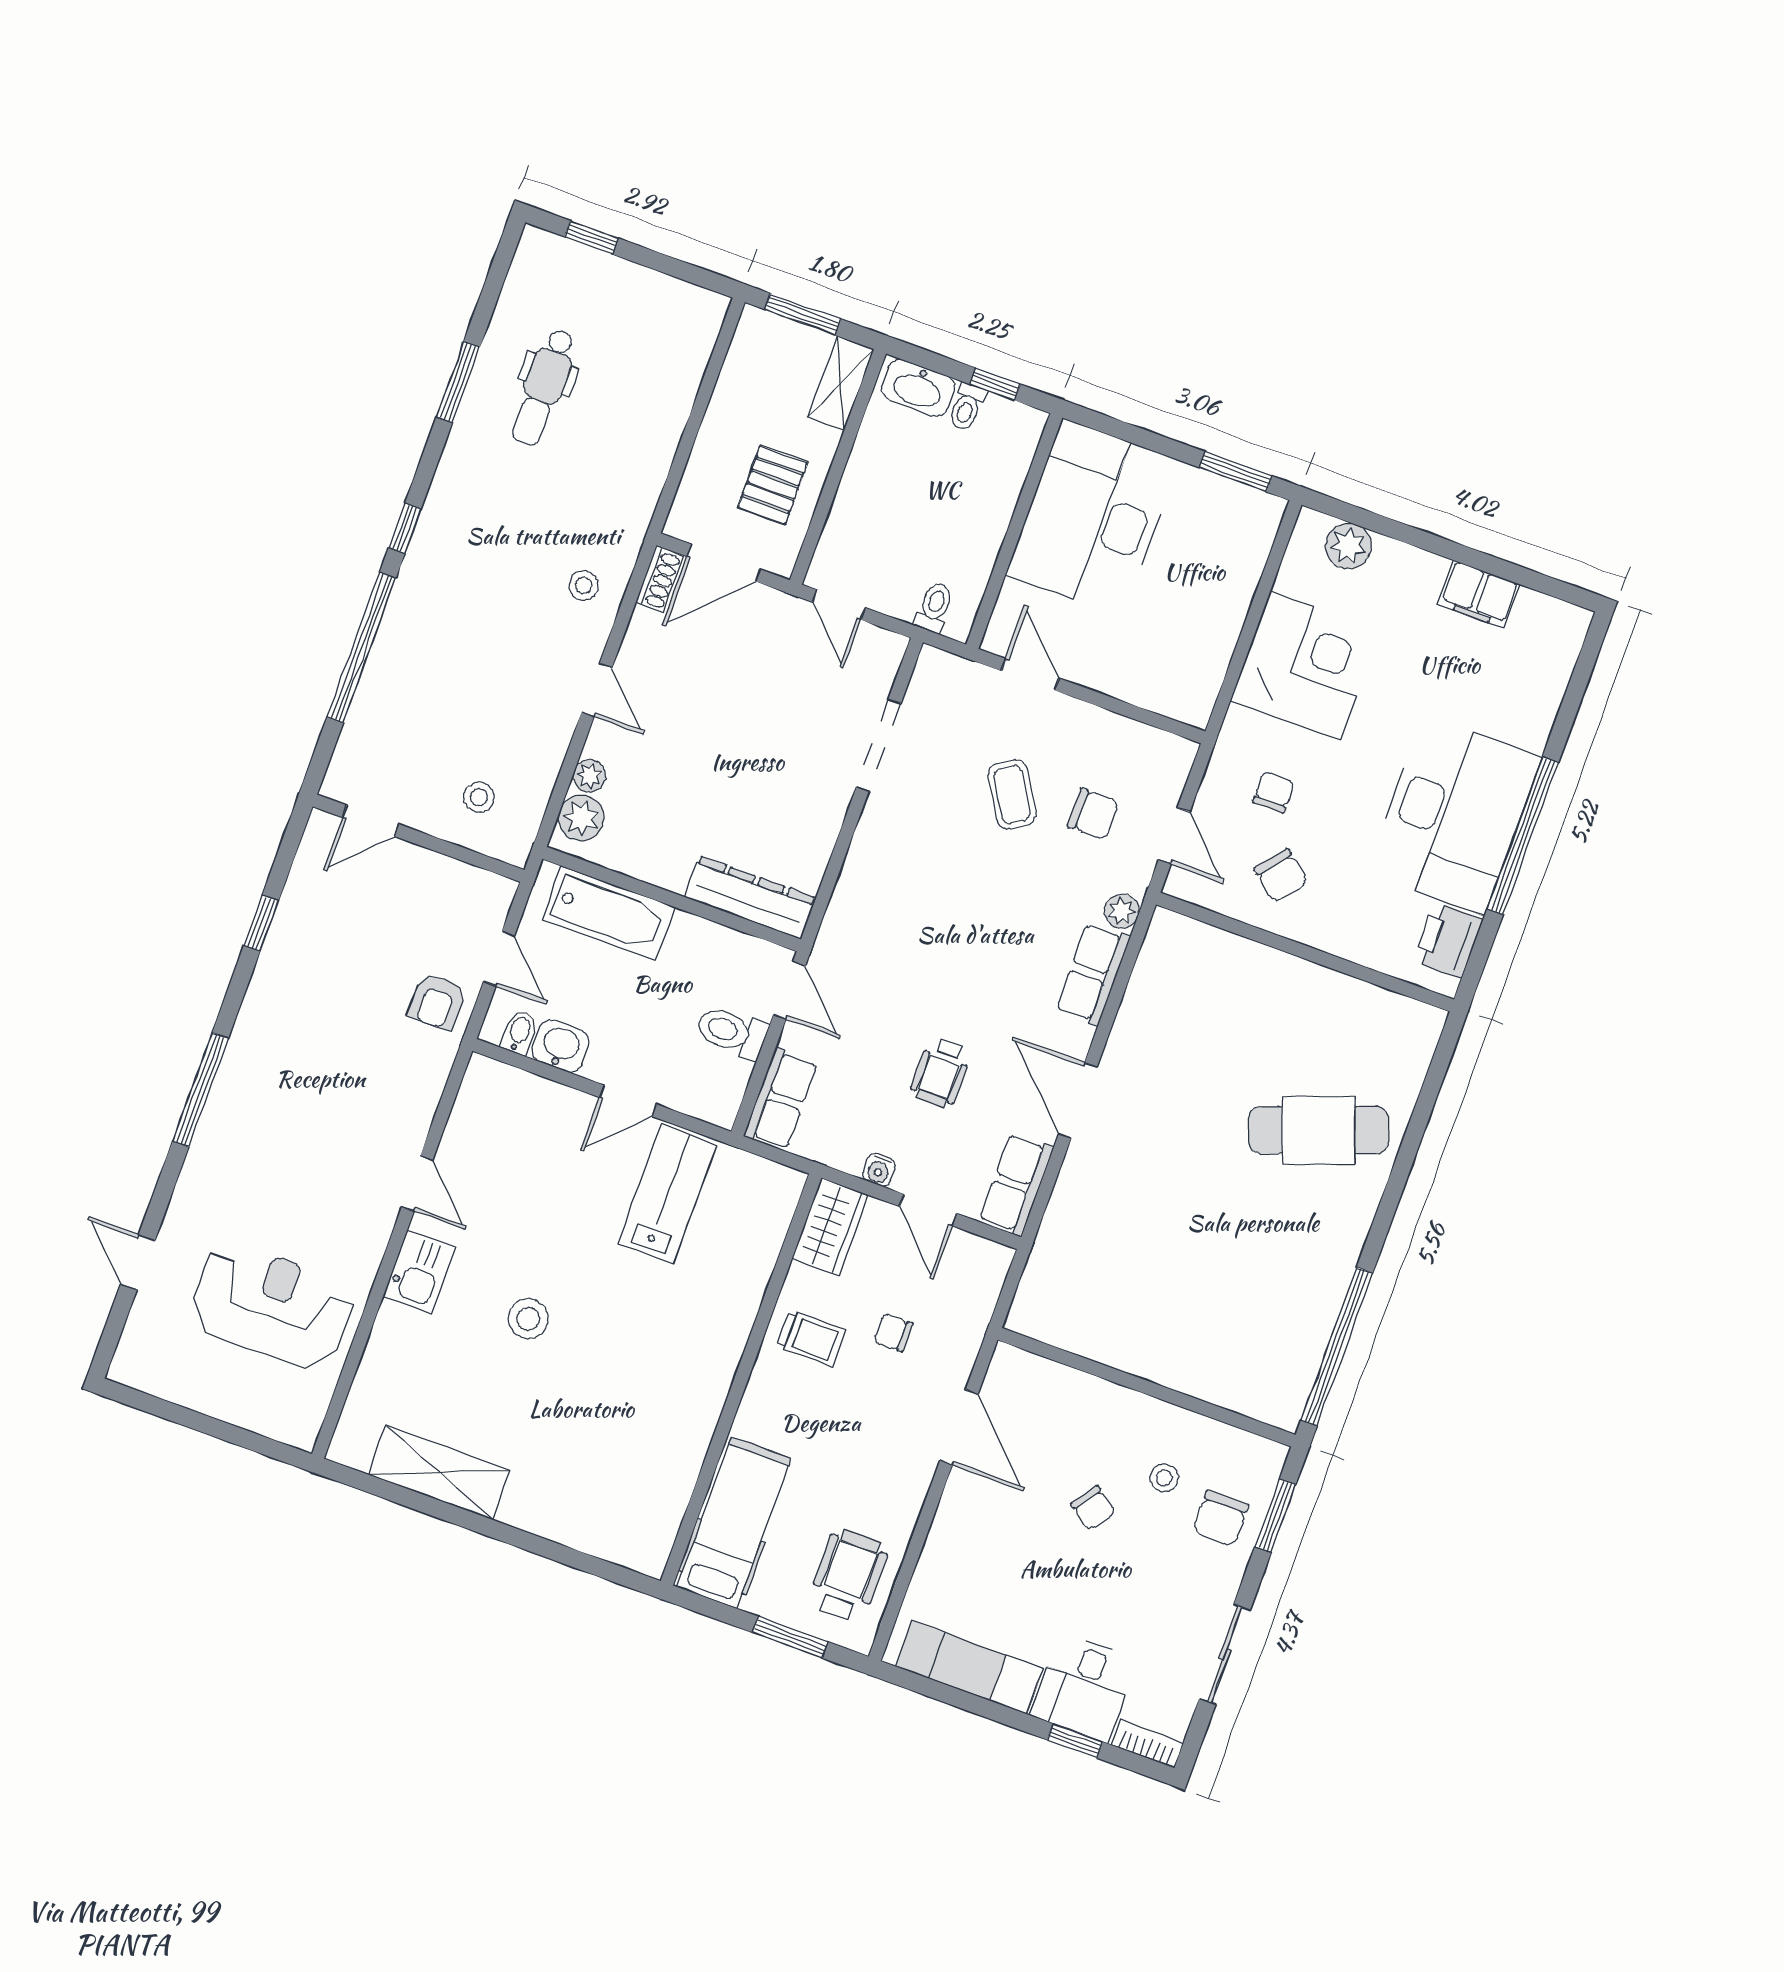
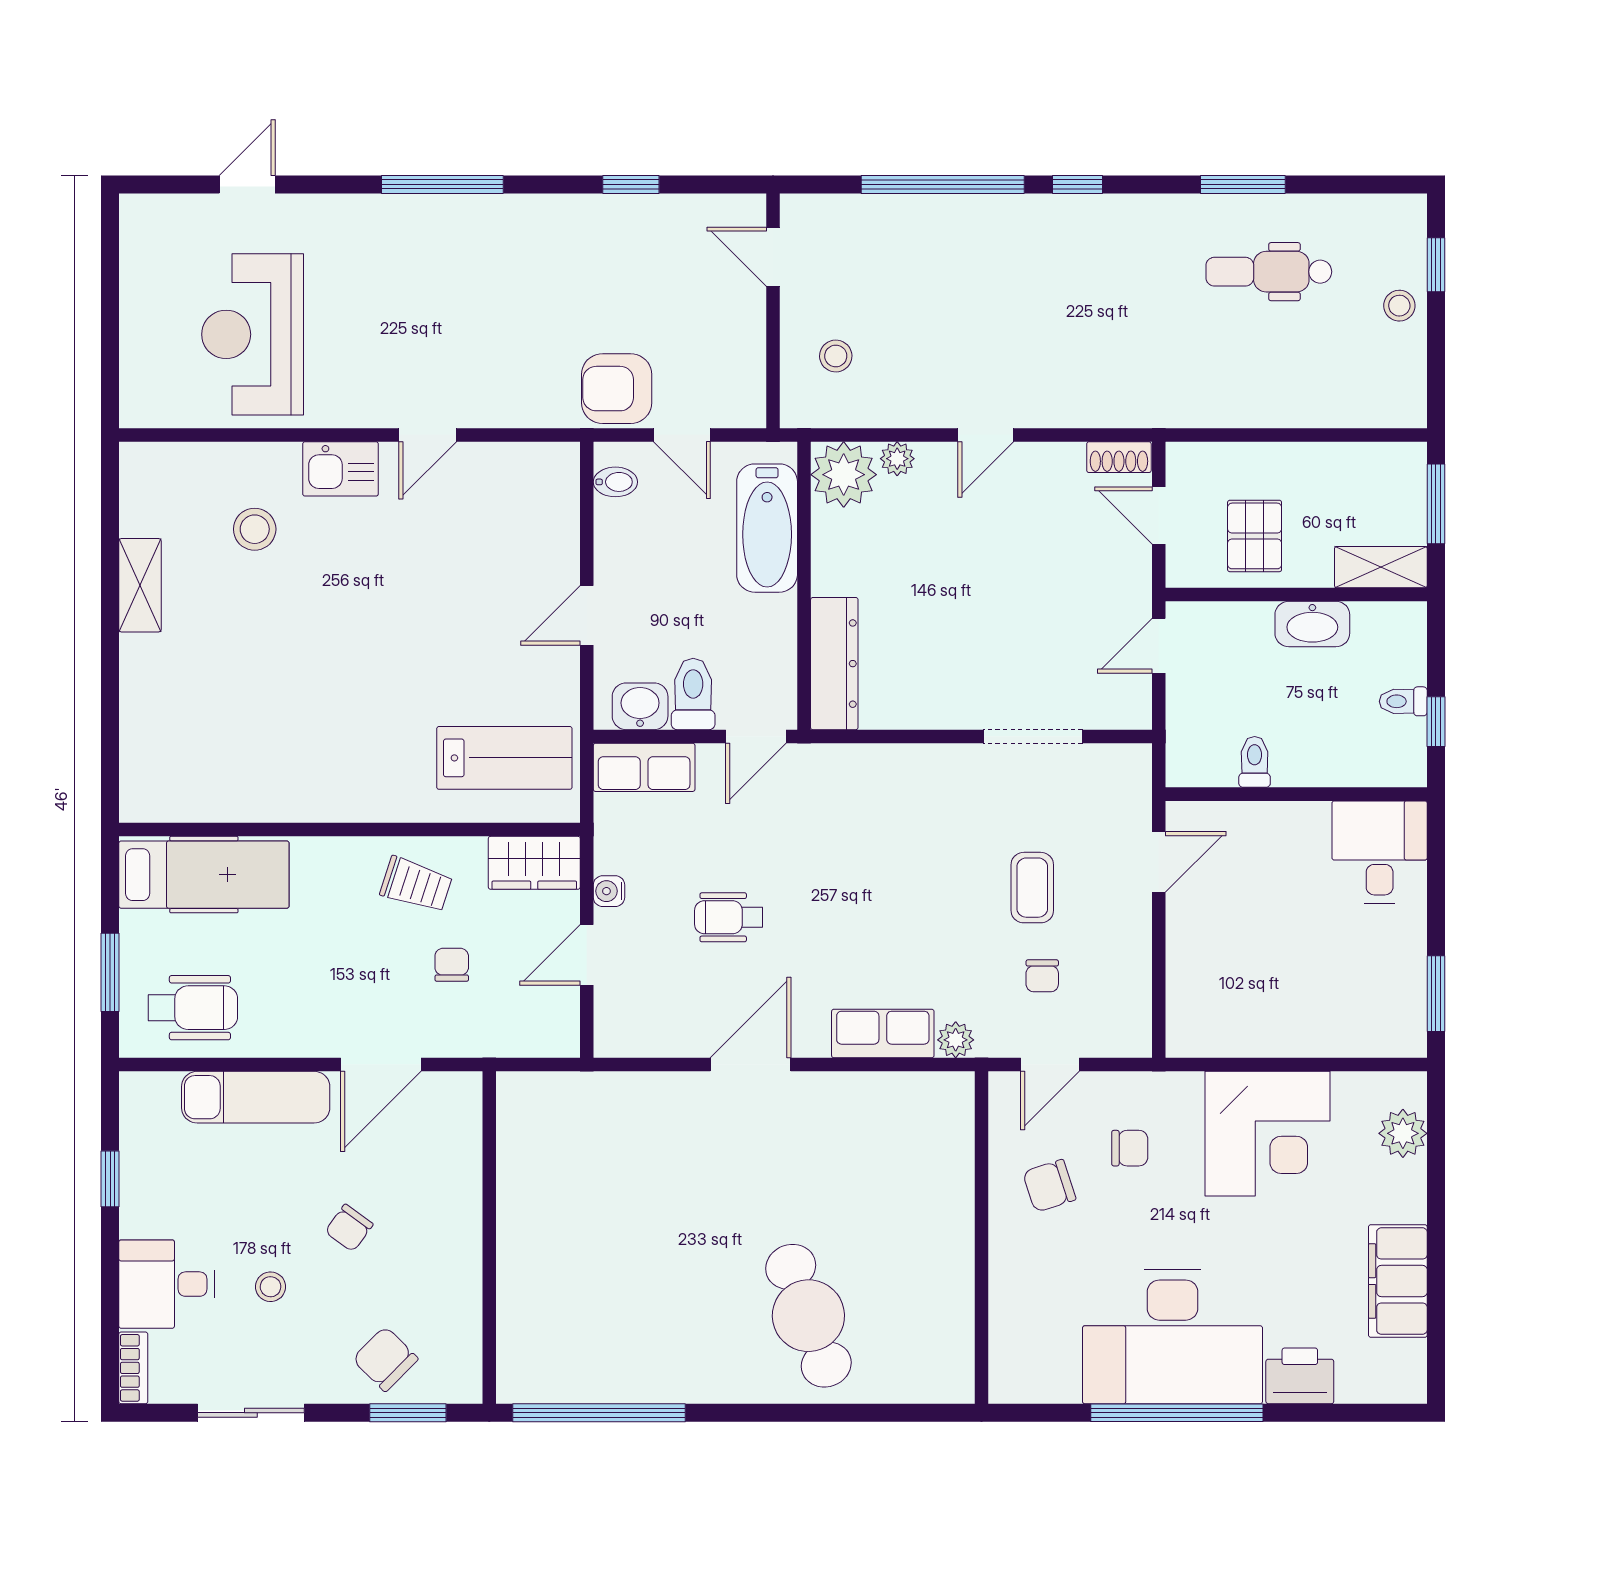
washbasin: (918, 388) -> (1312, 624), moved, turned -90
pallet: (773, 485) -> (1255, 536), turned 90
desk: (1093, 518) -> (1380, 852), width x0.53, depth x0.77
door: (724, 563) -> (1159, 515), width x0.73
stool: (584, 585) -> (1399, 306), moved
filing cabinet: (1479, 594) -> (1398, 1281), width x1.50, depth x1.17
toilet: (934, 607) -> (1255, 762), moved, turned -90
coffee table: (1012, 795) -> (1032, 888), turned -59
chair: (1093, 814) -> (1042, 976), width x0.73, depth x0.73
plant: (581, 818) -> (844, 475), width x1.36, depth x1.36
chair: (1281, 875) -> (1049, 1186), turned 33
printer: (1448, 940) -> (1300, 1376), moved
door: (499, 959) -> (682, 435), hinge flipped
armchair: (437, 1001) -> (617, 389), width x1.38, depth x1.38
washbasin: (561, 1046) -> (640, 706), moved, turned -90
door: (628, 1101) -> (587, 615), hinge flipped
row of seats: (1016, 1184) -> (644, 1034), removed
lab bench: (667, 1194) -> (504, 758), moved
reception desk: (272, 1306) -> (253, 334), turned 180
stool: (528, 1319) -> (255, 529), moved
trolley: (811, 1338) -> (416, 885), turned -72
shelving: (439, 1472) -> (140, 585), width x0.67, depth x0.75
stool: (1164, 1478) -> (271, 1287), moved
chair: (1220, 1518) -> (385, 1359), turned 45
exam couch: (969, 1667) -> (256, 1097), moved, turned 90
window: (1075, 1741) -> (110, 1179), moved

